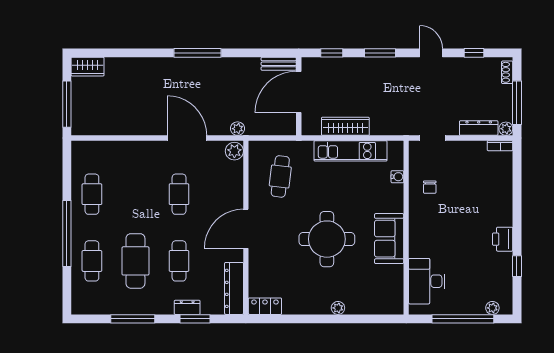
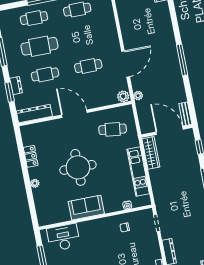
wardrobe: (345, 126) -> (151, 153), moved
locker: (265, 306) -> (31, 156), moved

